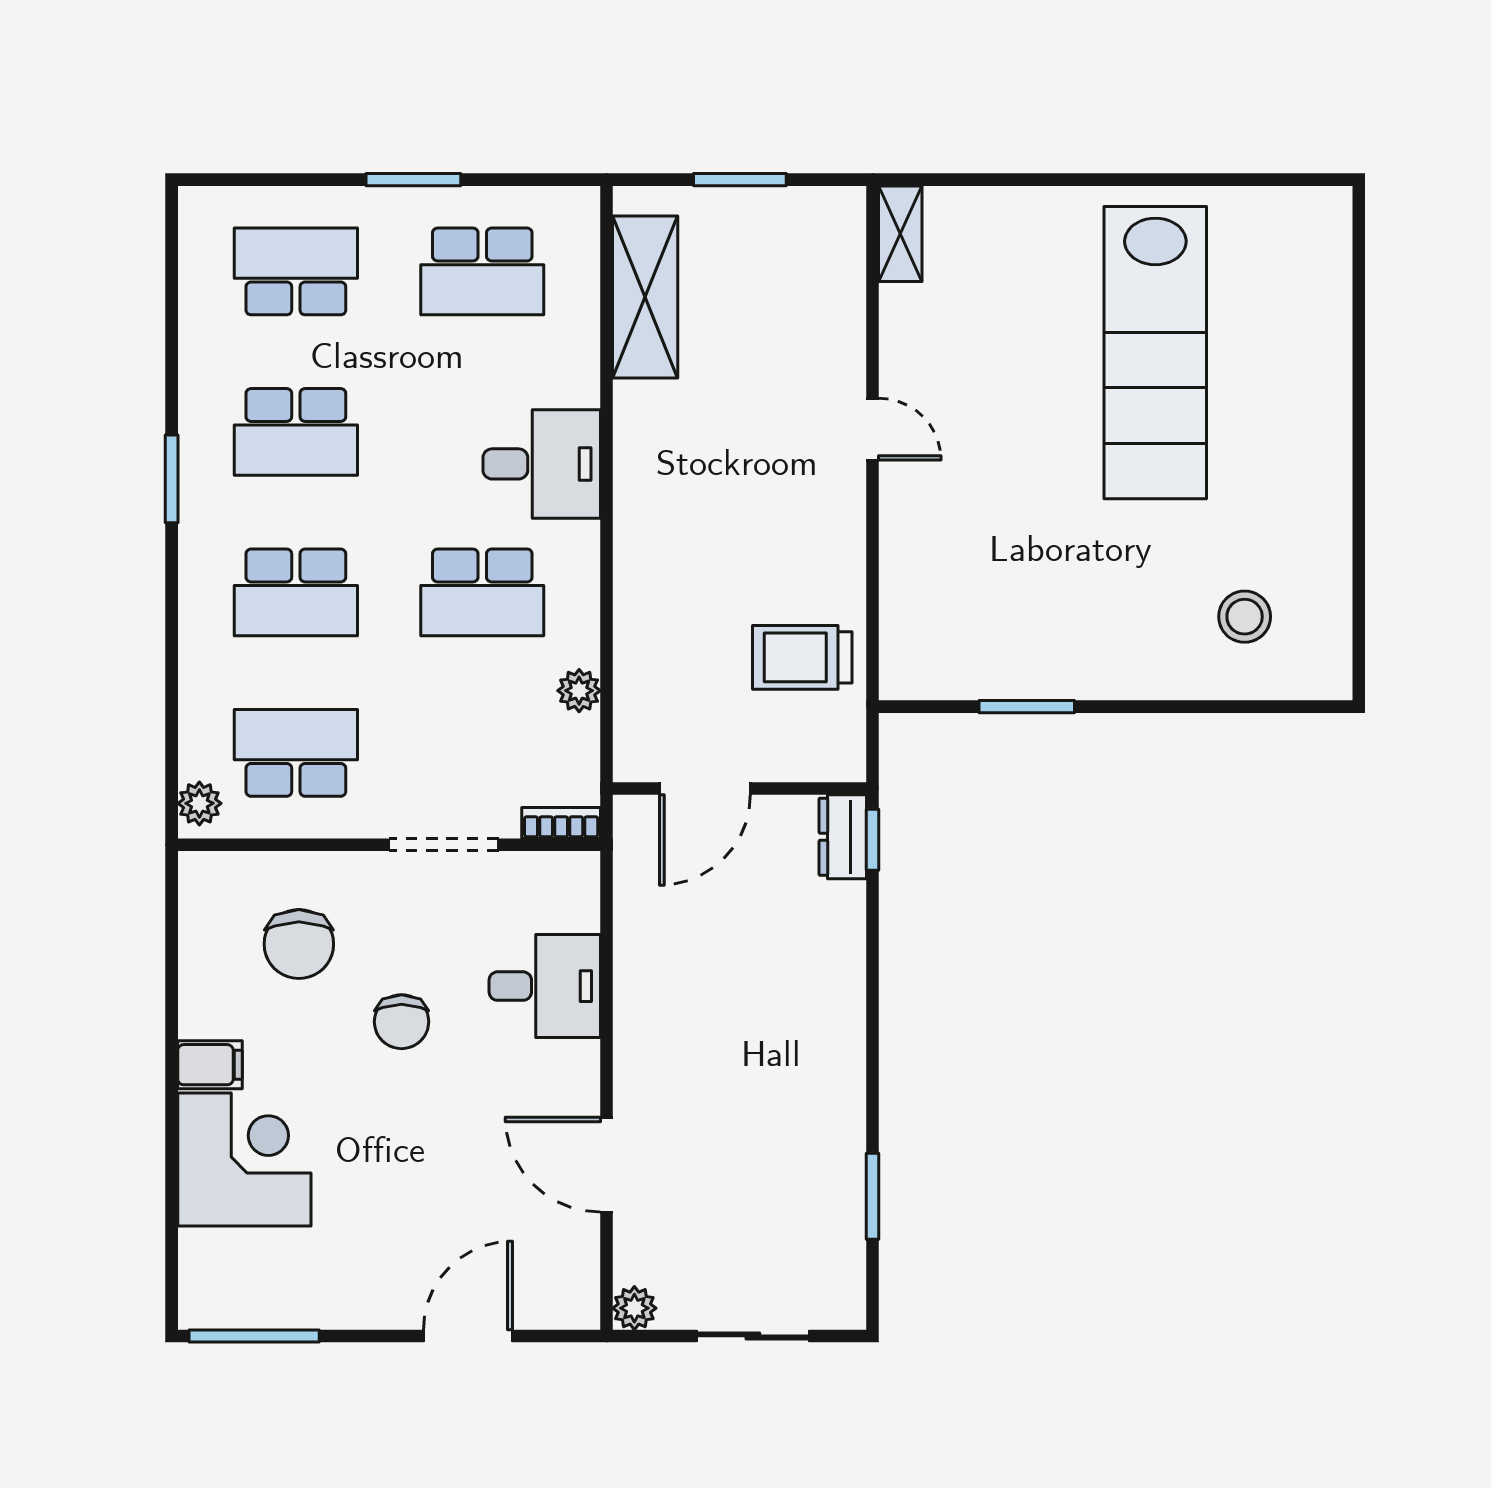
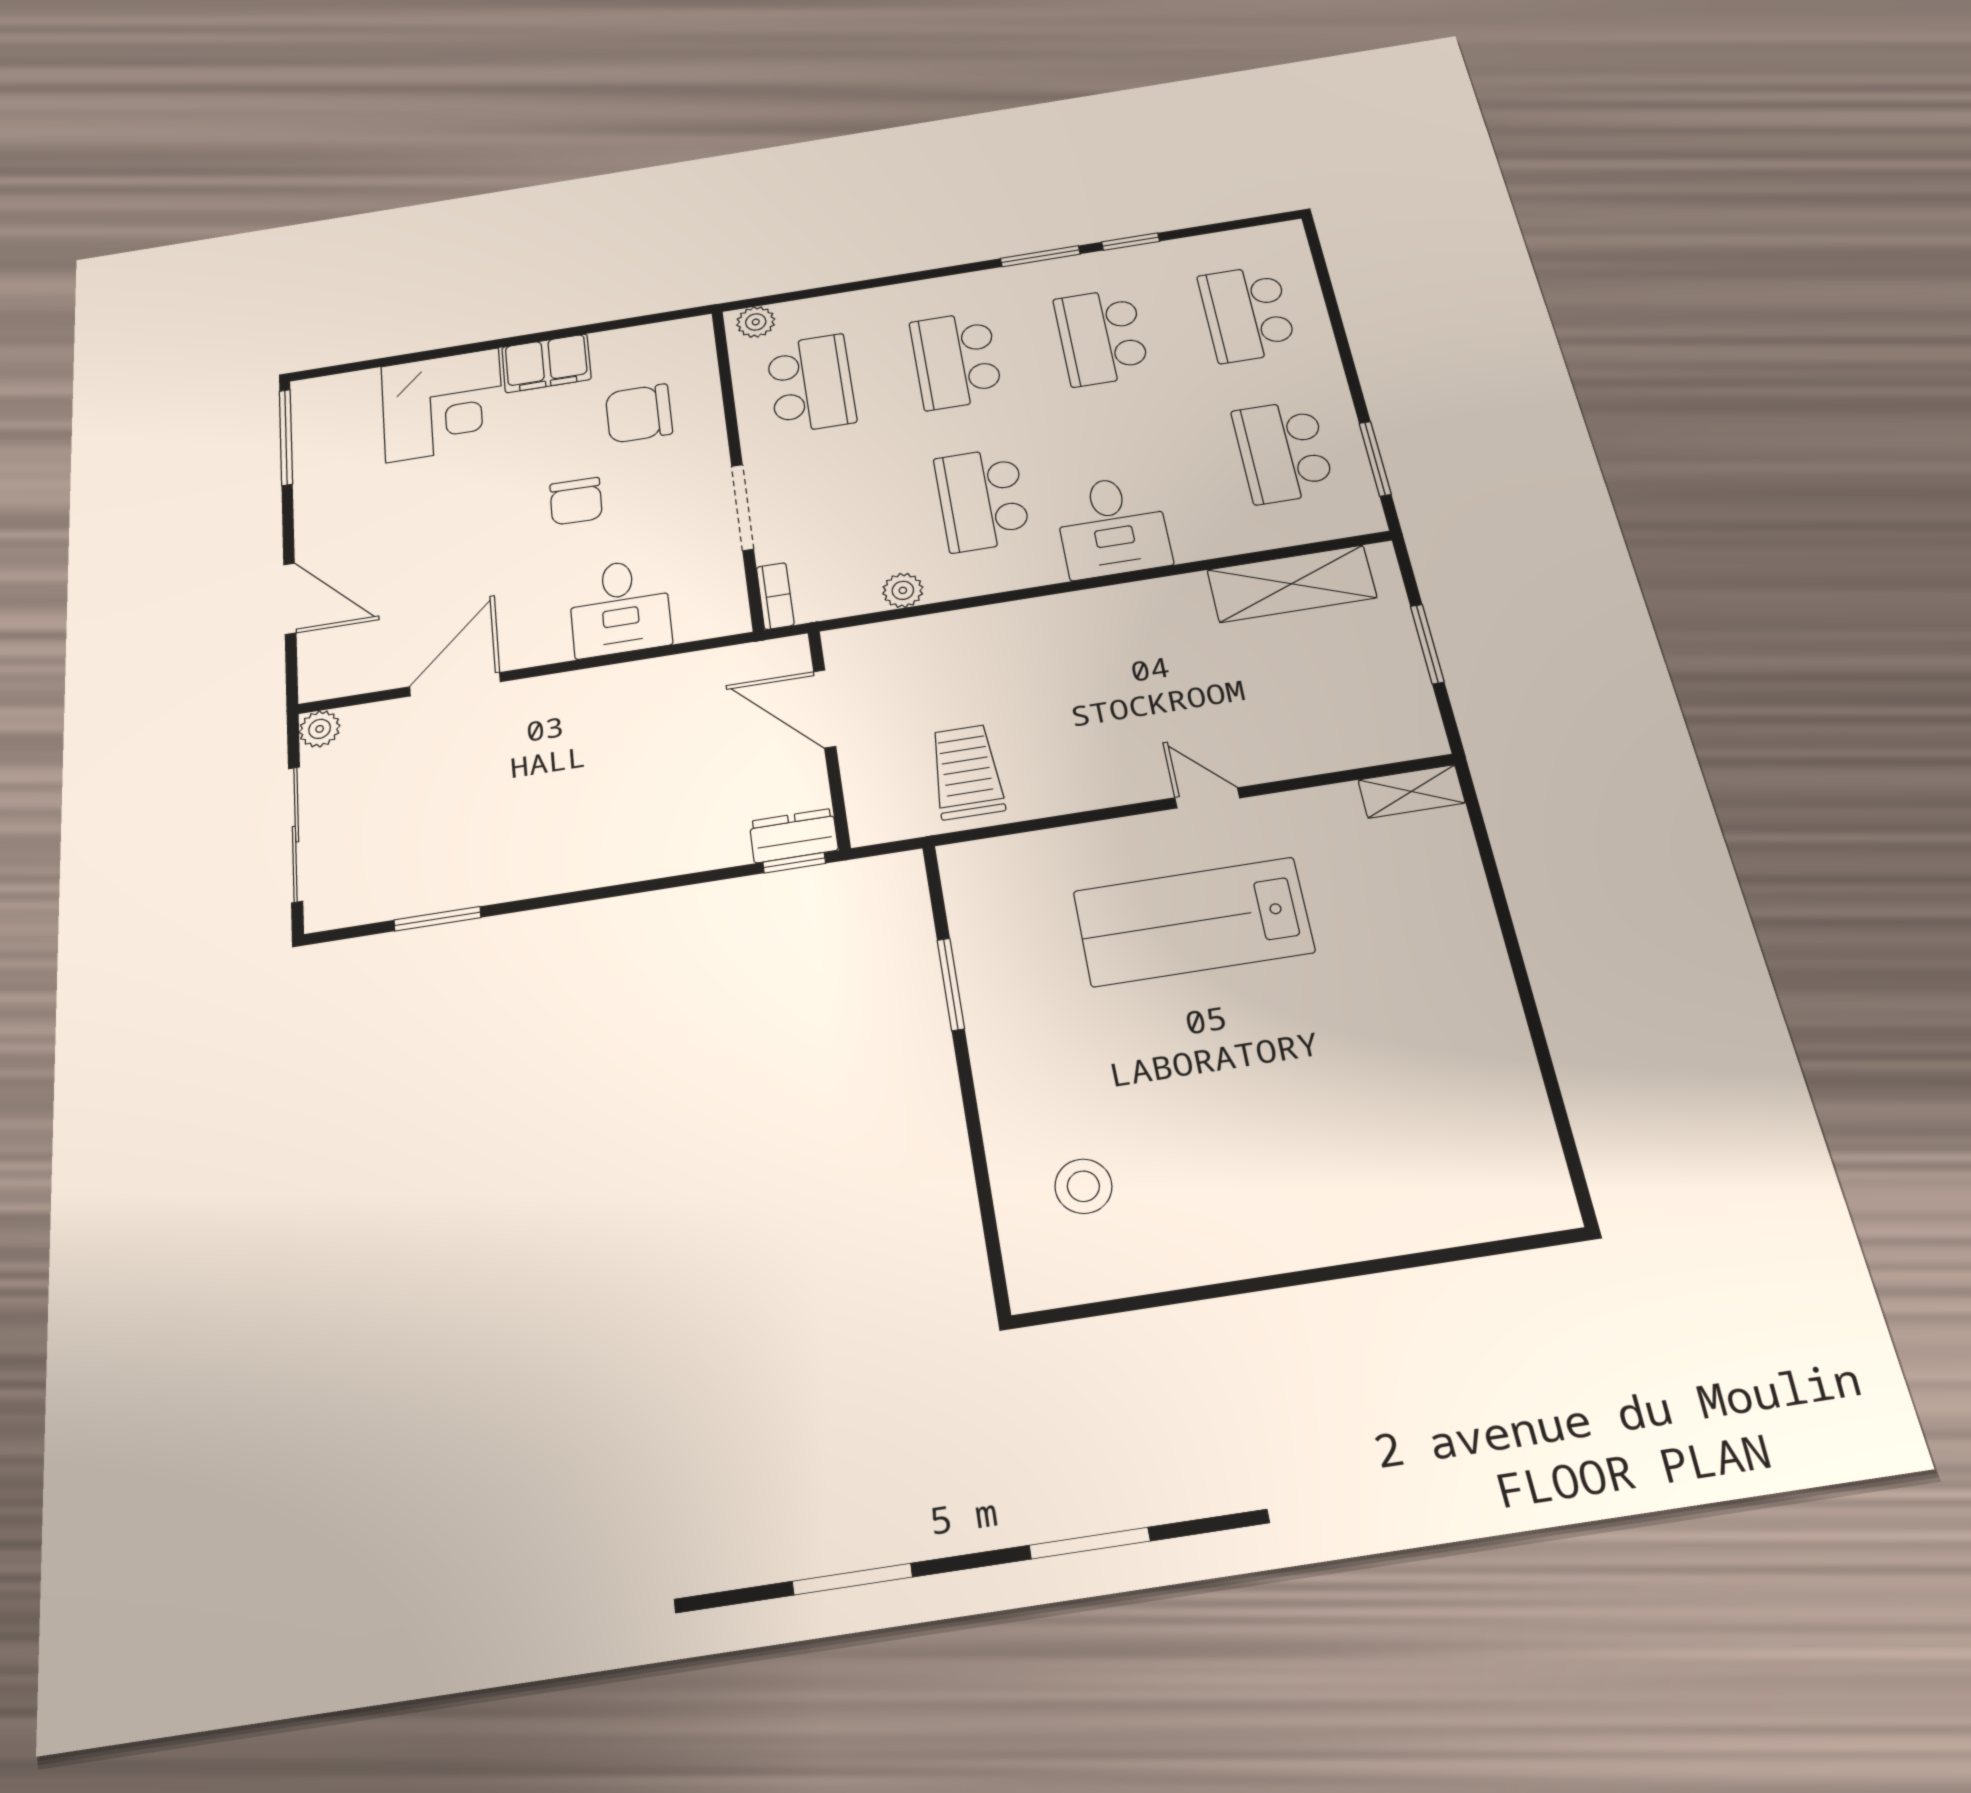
window: (413, 180) -> (1375, 459), moved
school desk: (296, 271) -> (1247, 314), turned 180
lab bench: (1155, 353) -> (1193, 922), moved, width x0.73
window: (172, 377) -> (1131, 242), added
door: (873, 429) -> (1207, 798), swing flipped
chair: (402, 1022) -> (576, 501), turned -89
filing cabinet: (210, 1065) -> (546, 363), width x2.00
sliding door: (753, 1336) -> (295, 834), width x1.37

